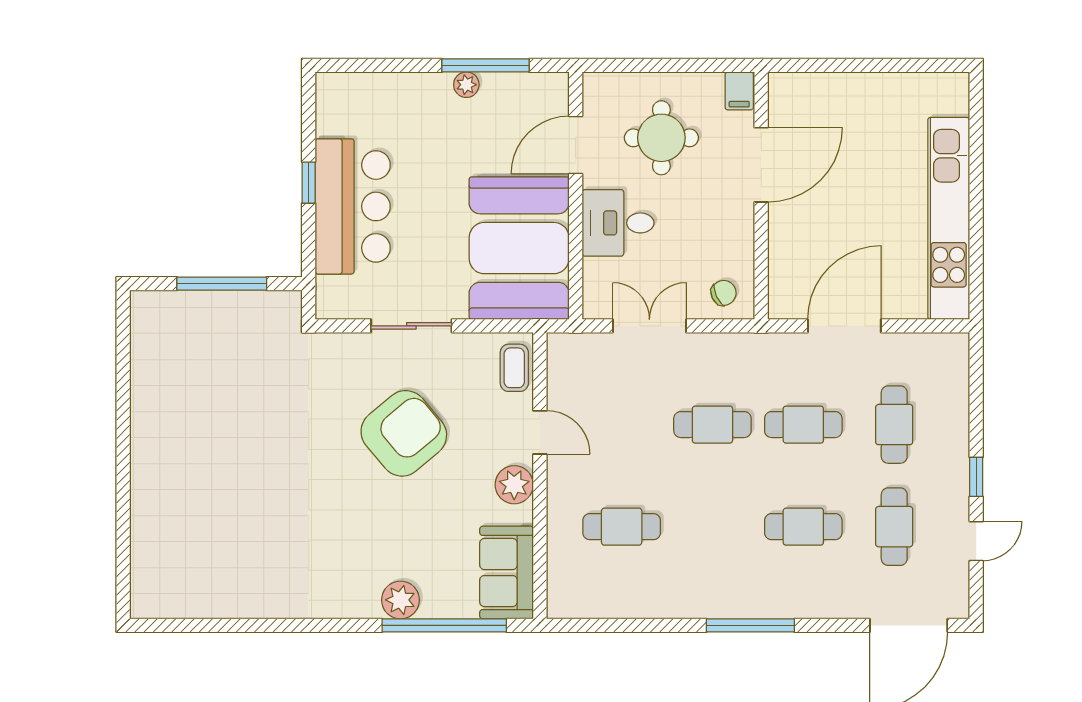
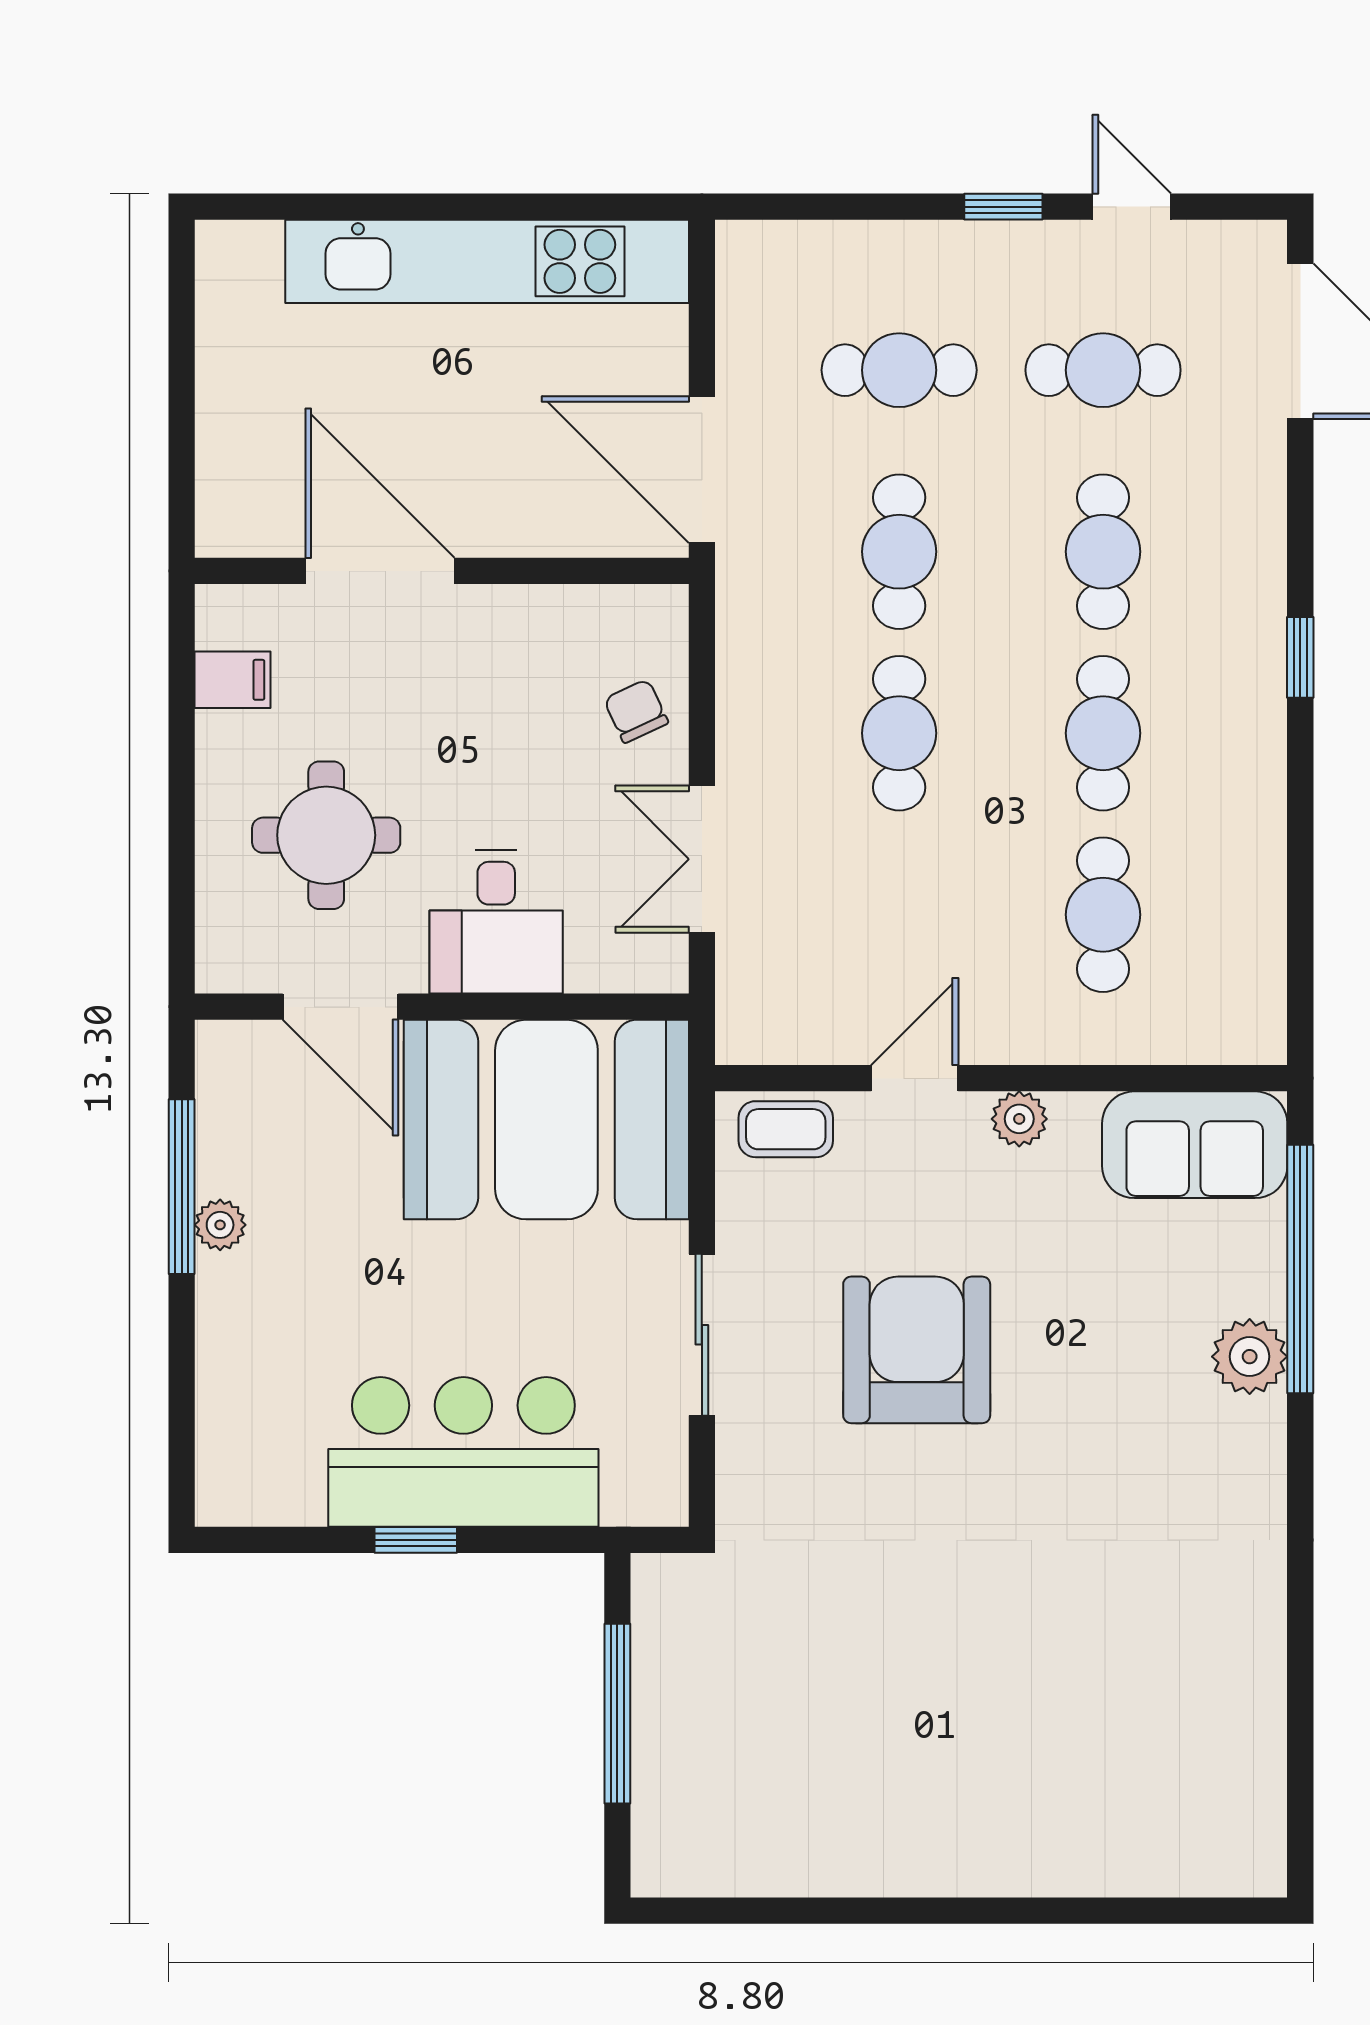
door: (761, 165) -> (380, 571), moved
wall: (761, 196) -> (442, 571), moved
armchair: (404, 433) -> (917, 1350), turned 40
plant: (514, 485) -> (1019, 1119), width x0.73, depth x0.73
cafe table: (712, 527) -> (1103, 733), added
window: (750, 625) -> (1300, 657), width x0.46

